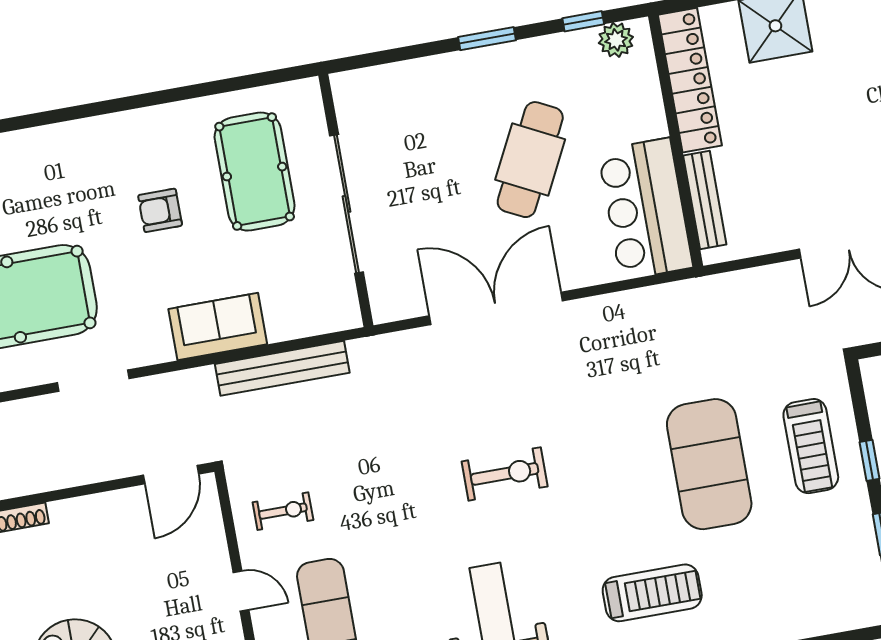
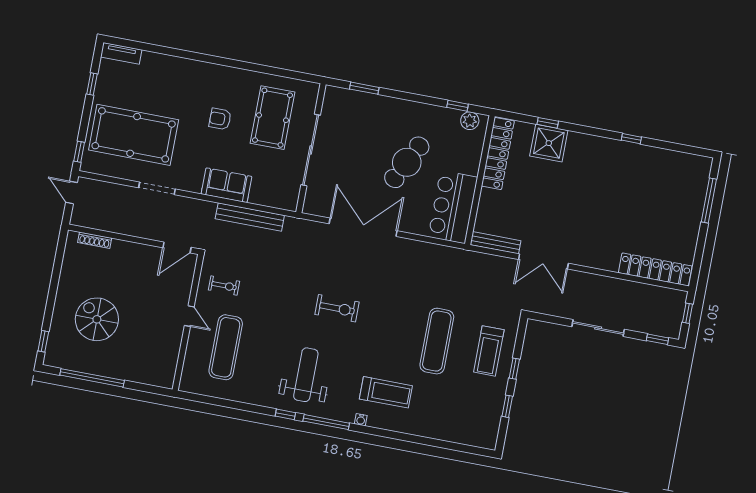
window: (487, 39) -> (364, 88), moved
bench: (705, 200) -> (495, 243), moved, turned 90
exercise mat: (709, 464) -> (437, 341), width x0.68

